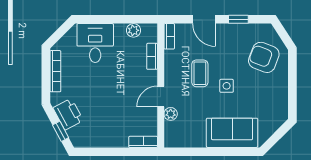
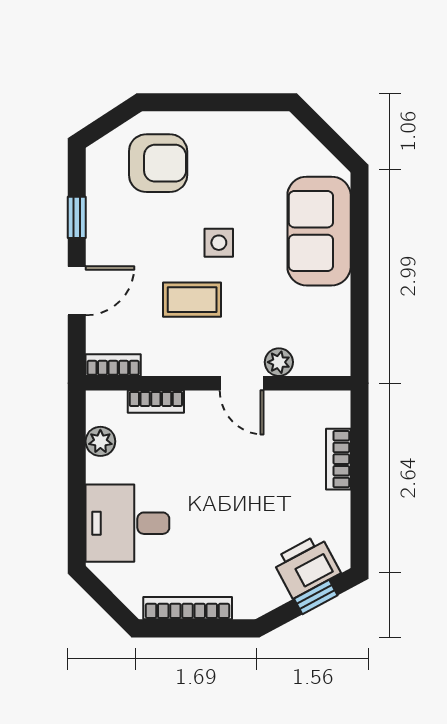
armchair: (264, 57) -> (158, 163), turned -111
printer: (68, 114) -> (306, 566), moved
bookcase: (143, 142) -> (338, 459), moved

